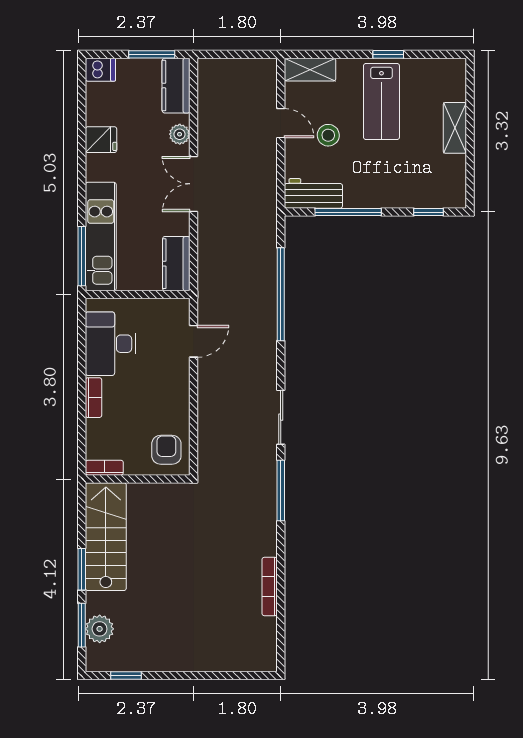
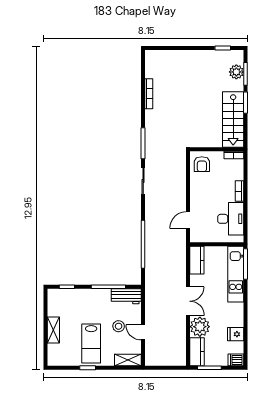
lab bench: (381, 102) -> (91, 344), turned 180
plant: (180, 134) -> (200, 327), width x1.88, depth x1.88
fridge: (101, 140) -> (236, 334), moved

